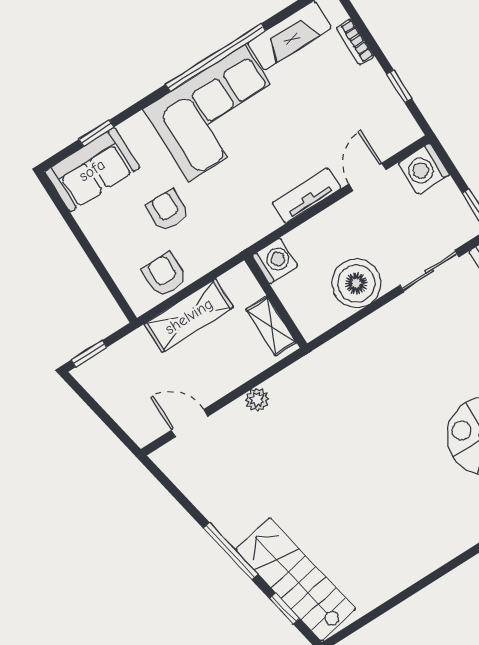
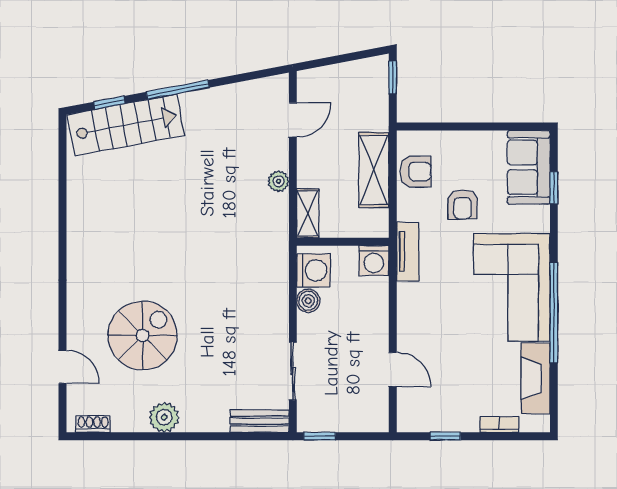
washing machine: (424, 169) -> (313, 270), moved, turned 90
tv unit: (307, 195) -> (408, 251), moved
armchair: (167, 210) -> (463, 204), turned 90
boiler: (356, 283) -> (308, 301), width x0.54, depth x0.54
shelving: (271, 326) -> (308, 213), moved, turned 90

